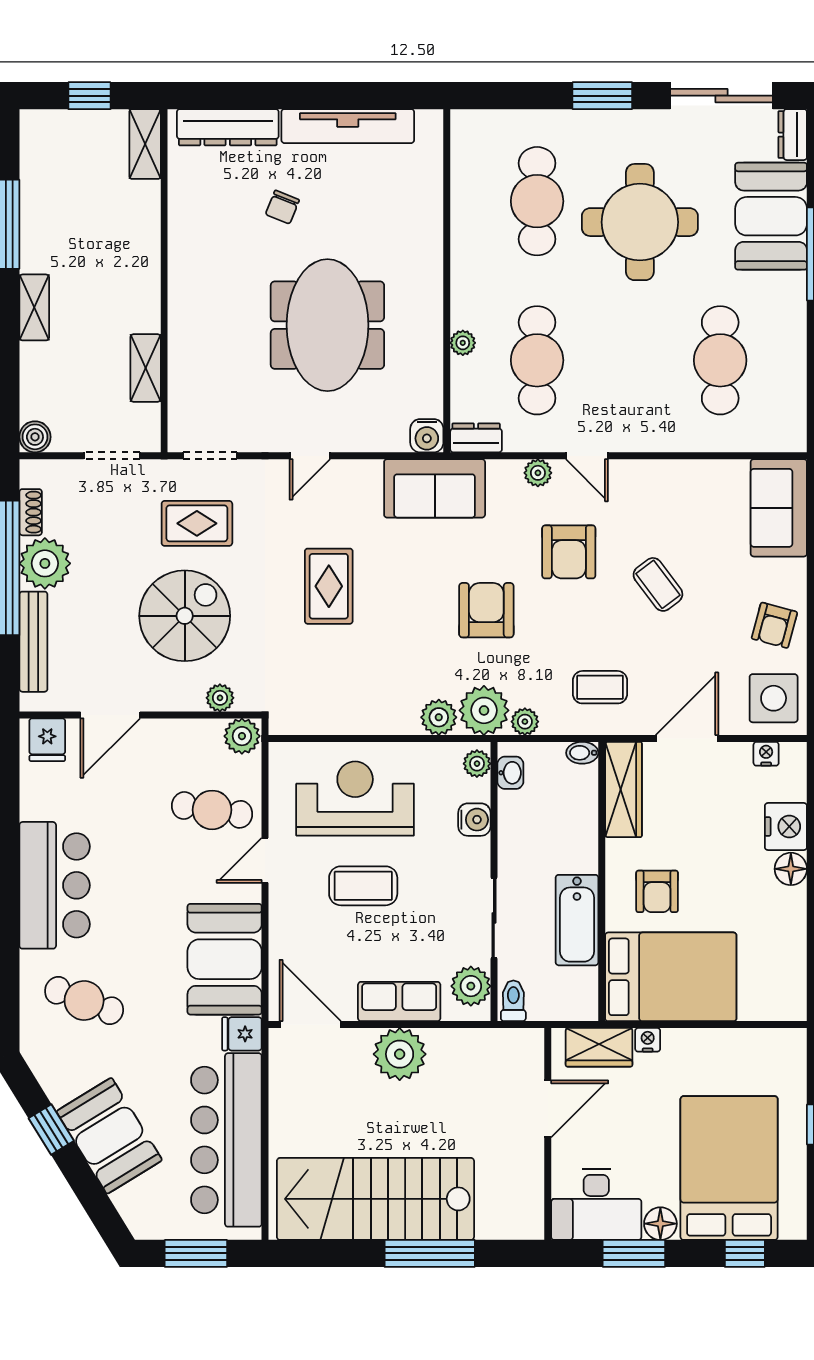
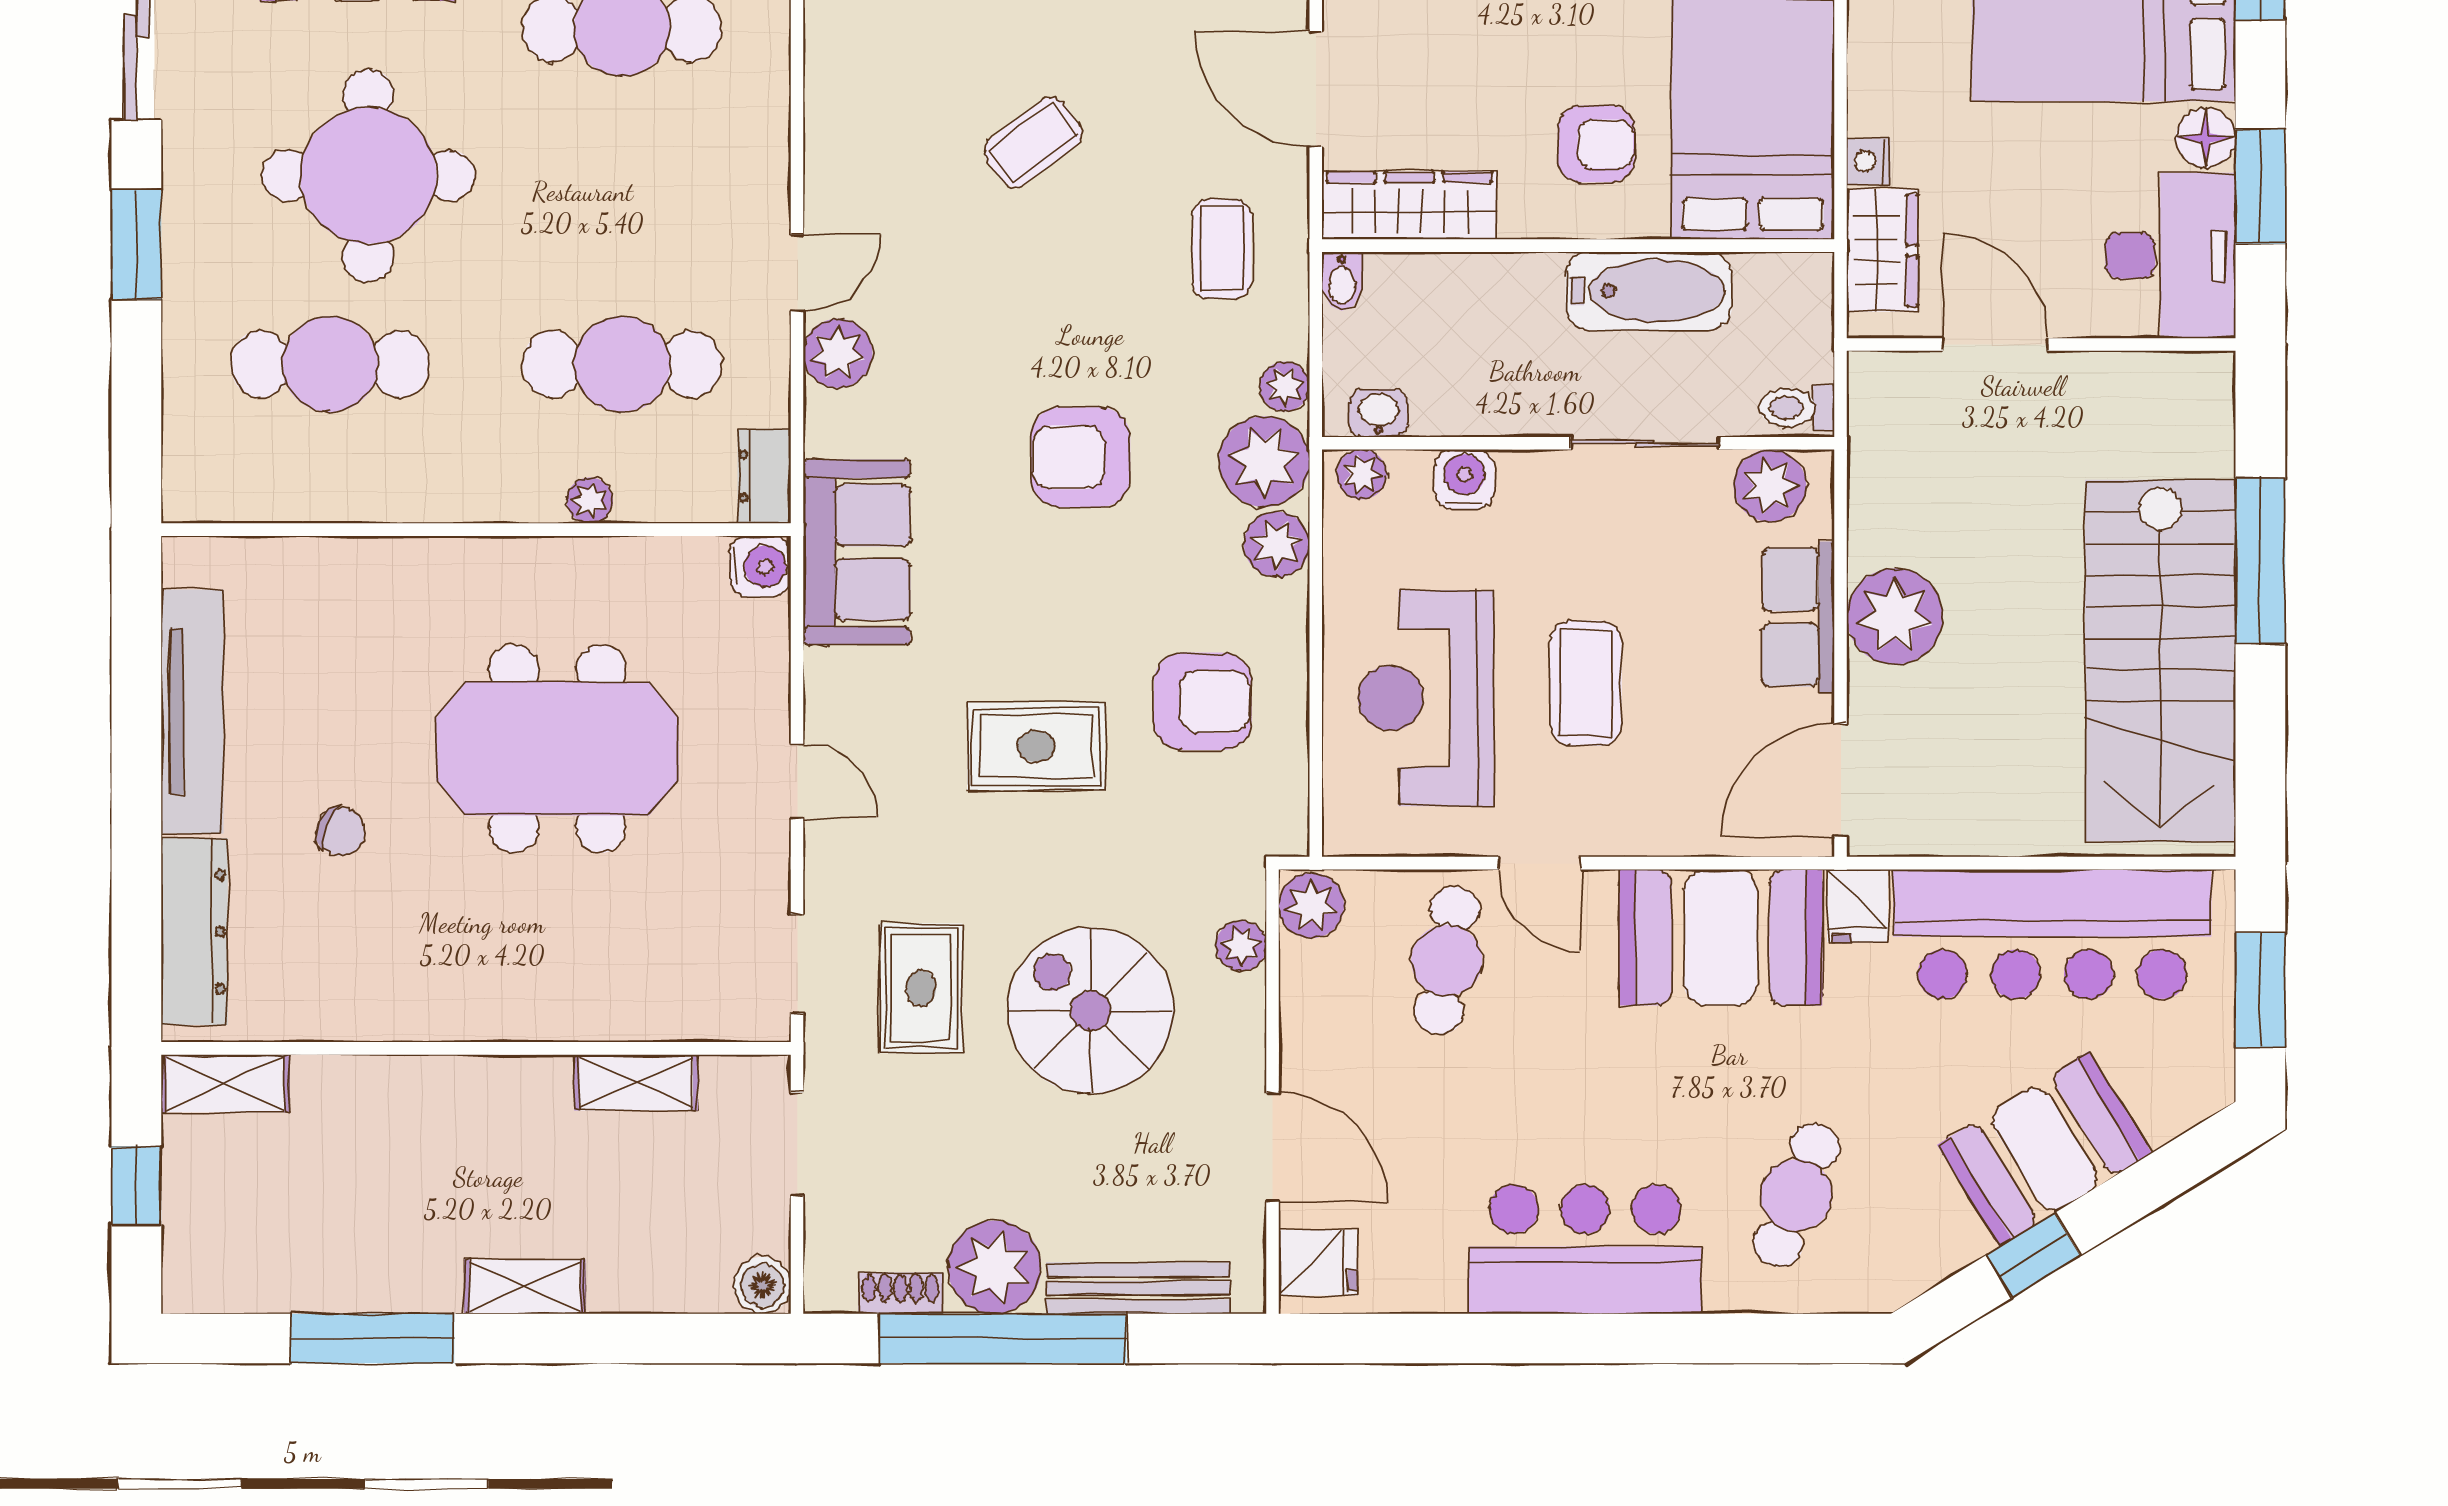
plant: (538, 473) -> (838, 353), width x1.38, depth x1.38
armchair: (569, 552) -> (1203, 701), moved

